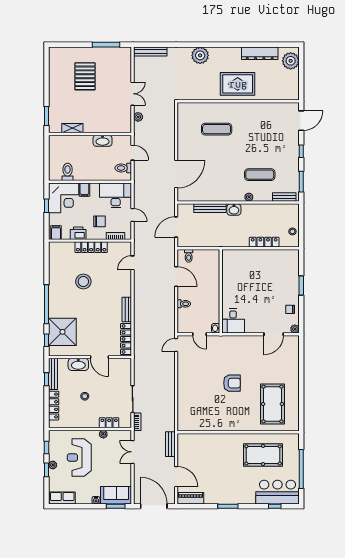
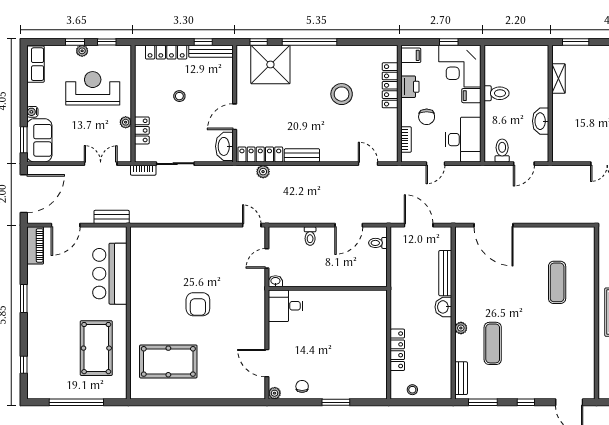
plant: (138, 117) -> (263, 172), moved
toilet: (68, 172) -> (497, 93), moved
locker: (91, 247) -> (390, 85), moved
washbasin: (78, 364) -> (224, 146), moved
bar counter: (277, 492) -> (110, 274), moved, turned 180

